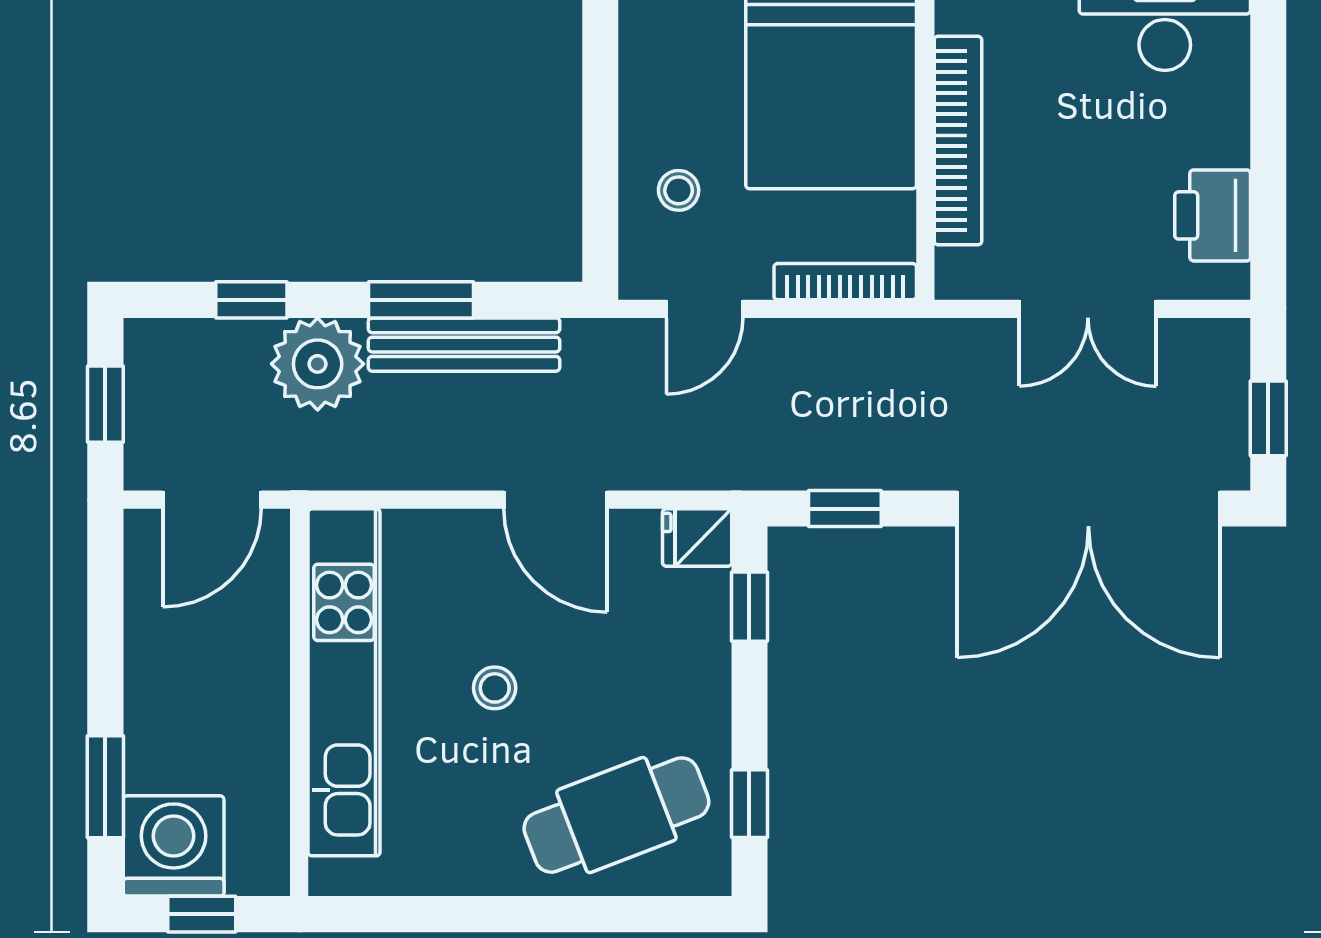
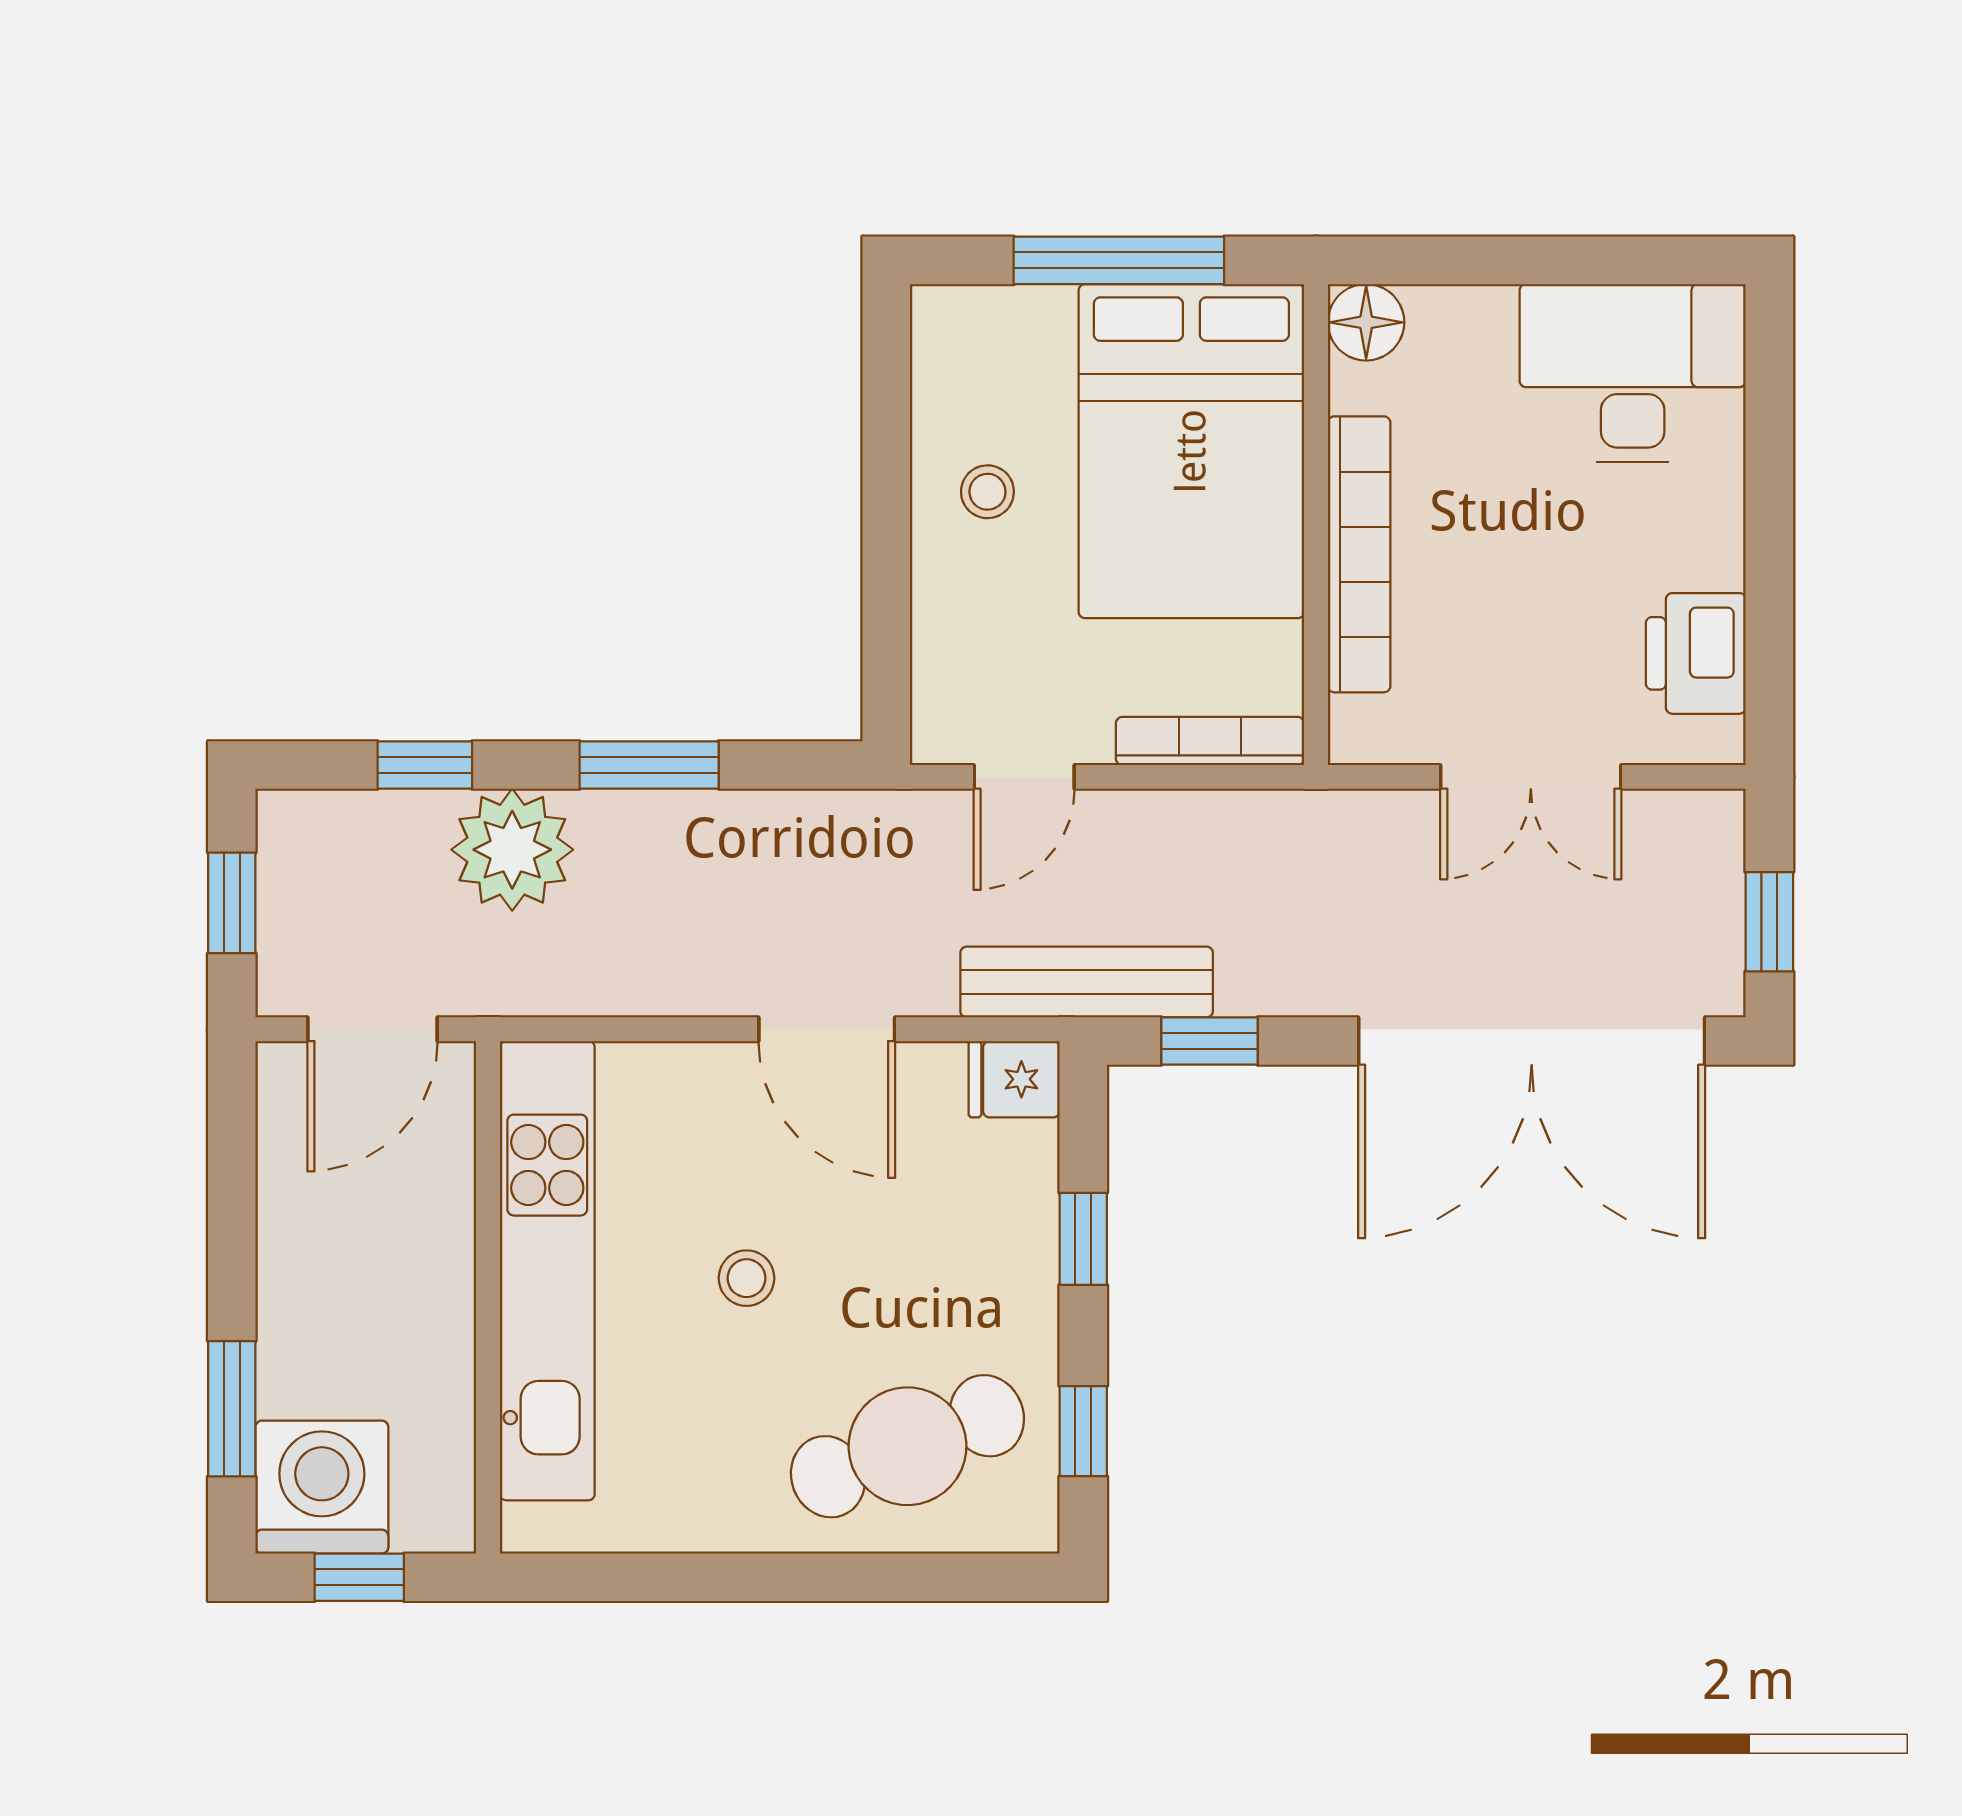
stool: (679, 190) -> (987, 492), moved
bench: (464, 345) -> (1087, 982), moved
window: (749, 607) -> (1083, 1239), moved

